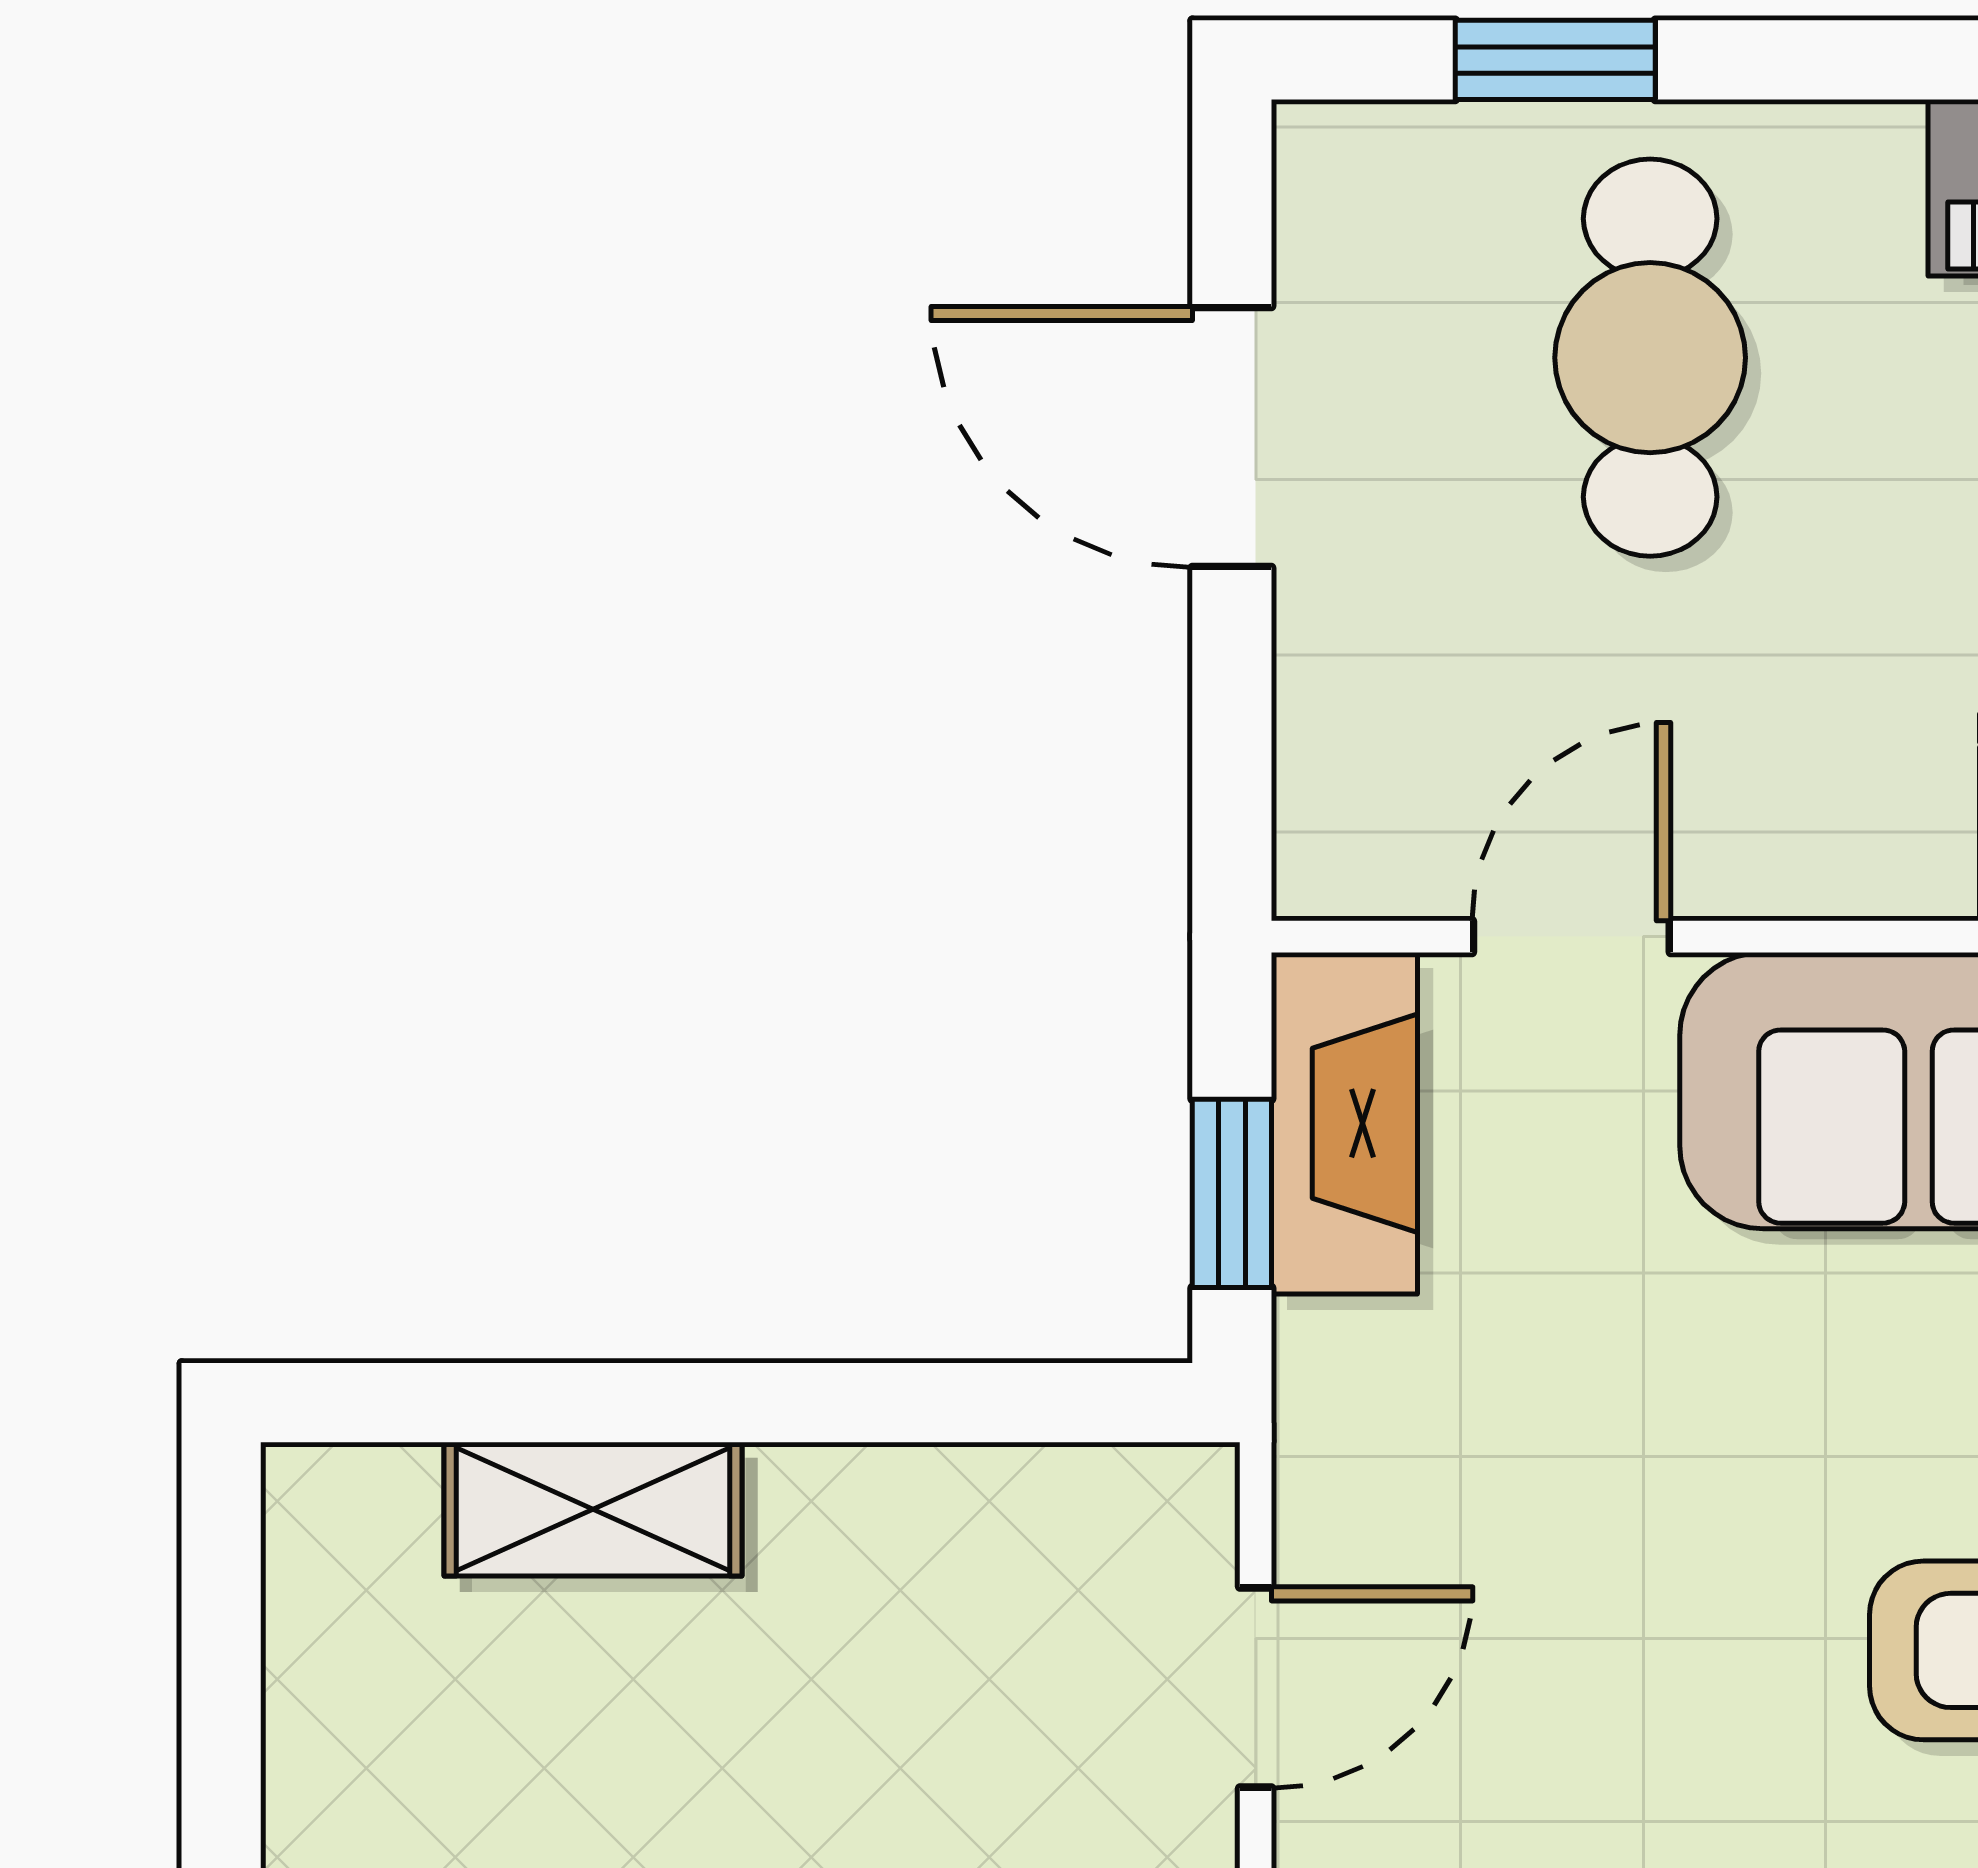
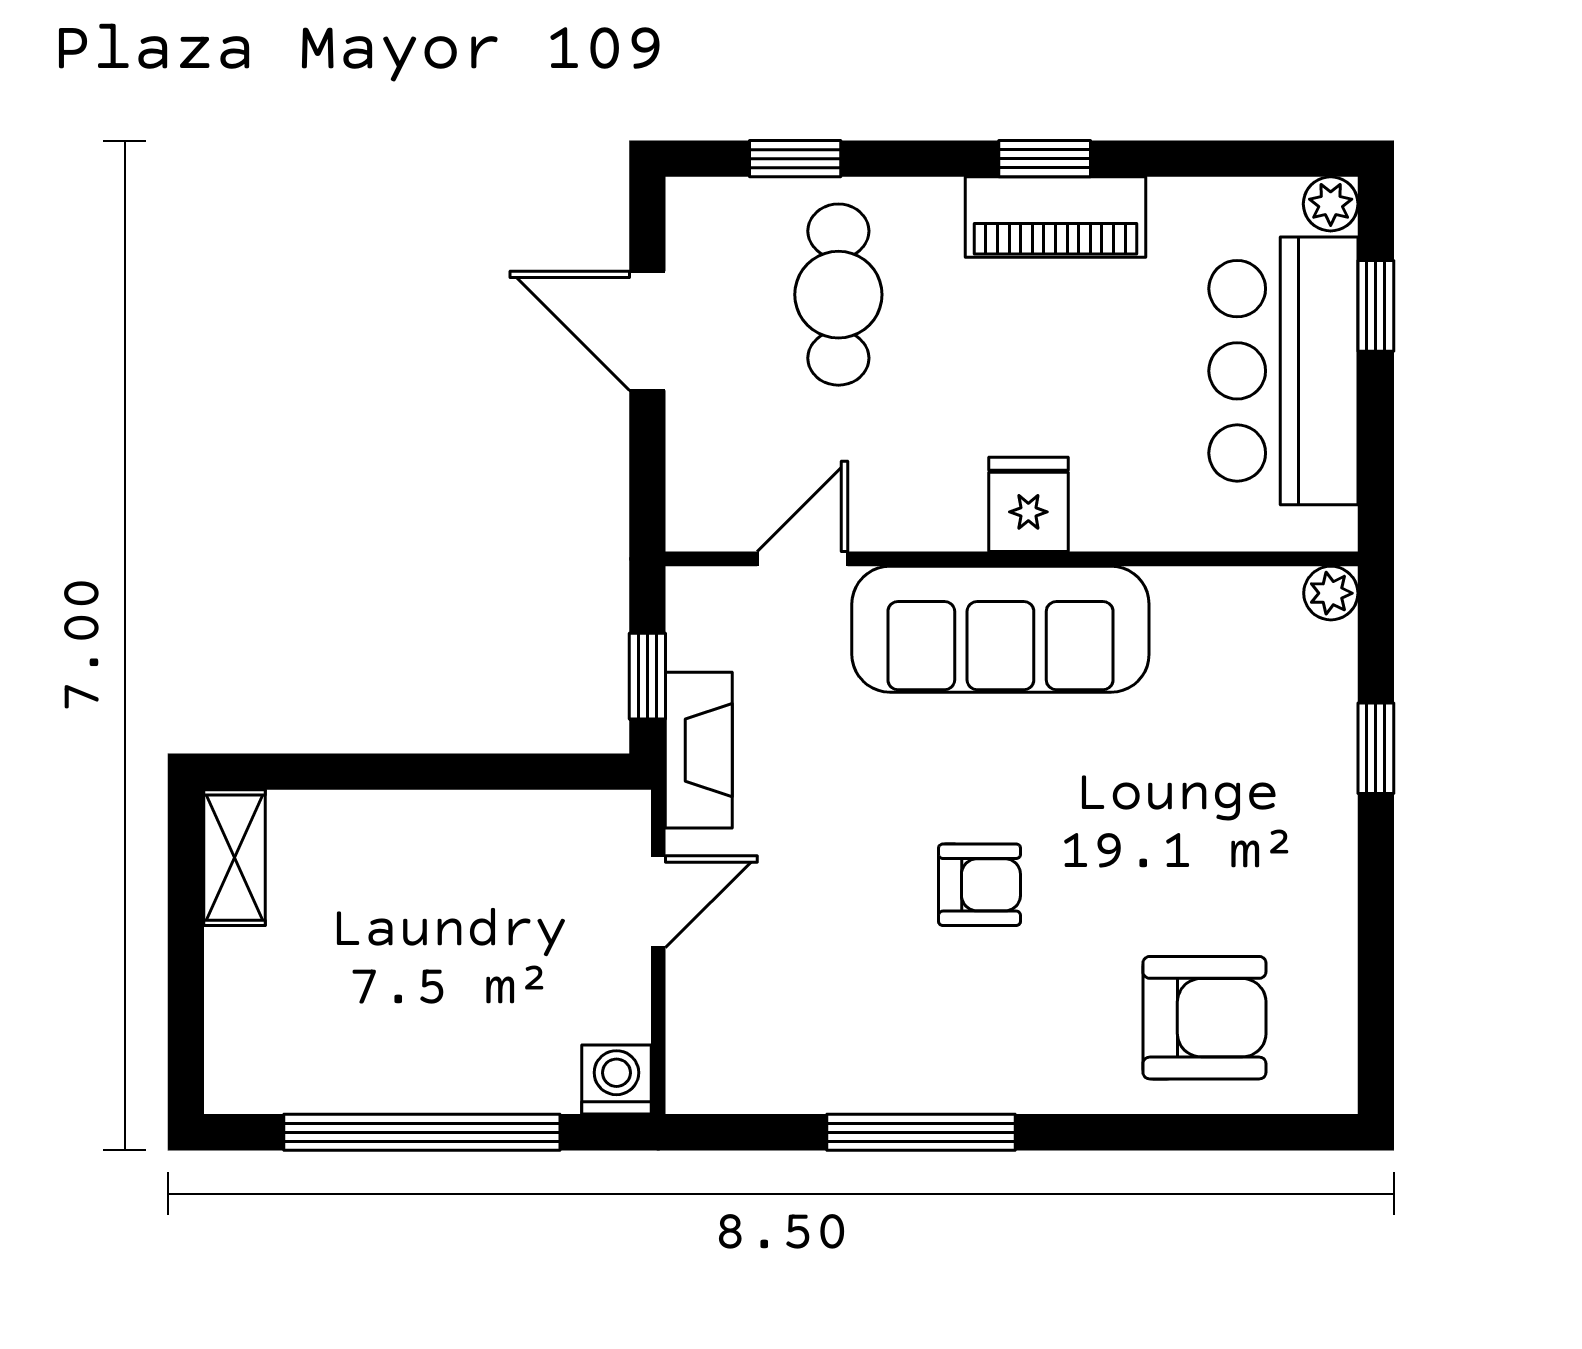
fireplace: (1344, 1123) -> (699, 750), moved
shelving: (593, 1509) -> (235, 858), moved, turned 90

